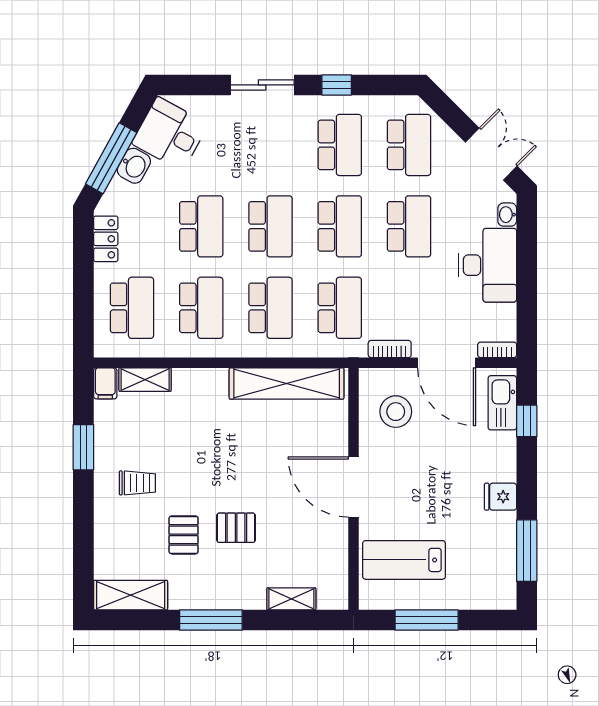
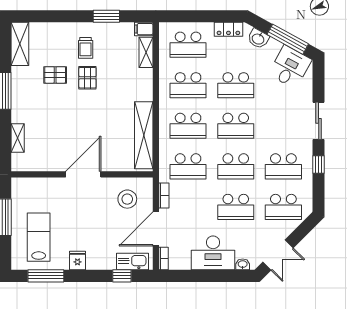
window: (111, 158) -> (288, 39), moved
washbasin: (134, 166) -> (258, 39), moved
pallet: (236, 528) -> (87, 78), moved
lab bench: (404, 560) -> (39, 237), moved

